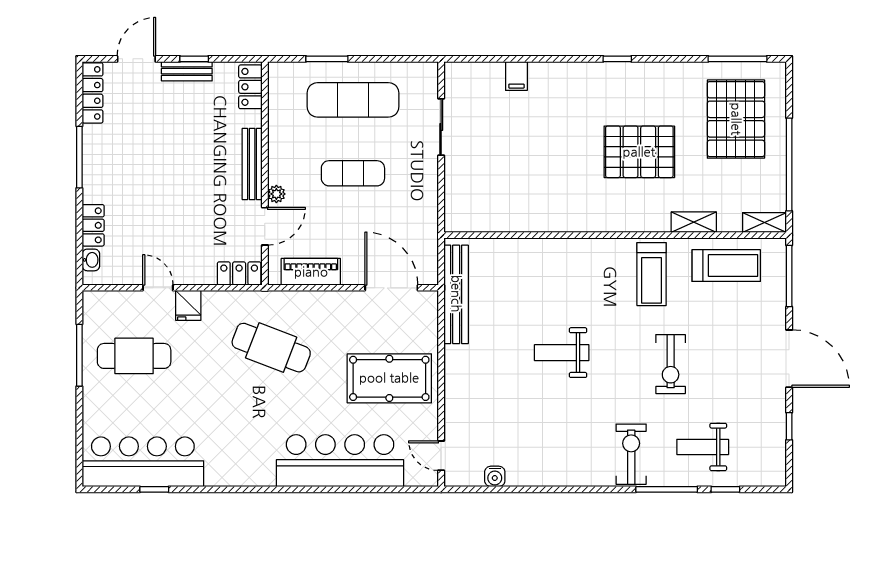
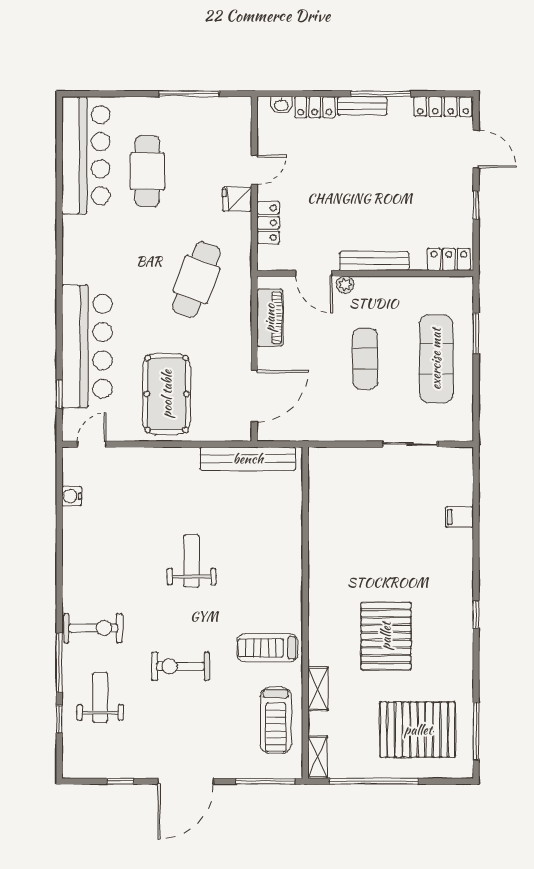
bench: (187, 71) -> (362, 106), moved, turned 90
locker: (239, 273) -> (268, 223), moved
cafe table: (134, 356) -> (147, 171), moved
window: (154, 489) -> (59, 394), moved

